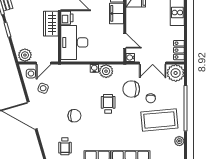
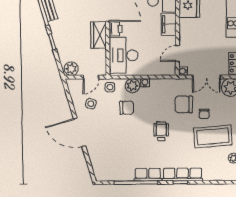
door: (125, 41) -> (177, 53), swing flipped
plant: (106, 71) -> (132, 86), moved
side table: (31, 74) -> (110, 87), moved
wheelchair: (108, 104) -> (161, 131), moved
chair: (74, 116) -> (127, 108), moved
wheelchair: (65, 146) -> (114, 164), removed

